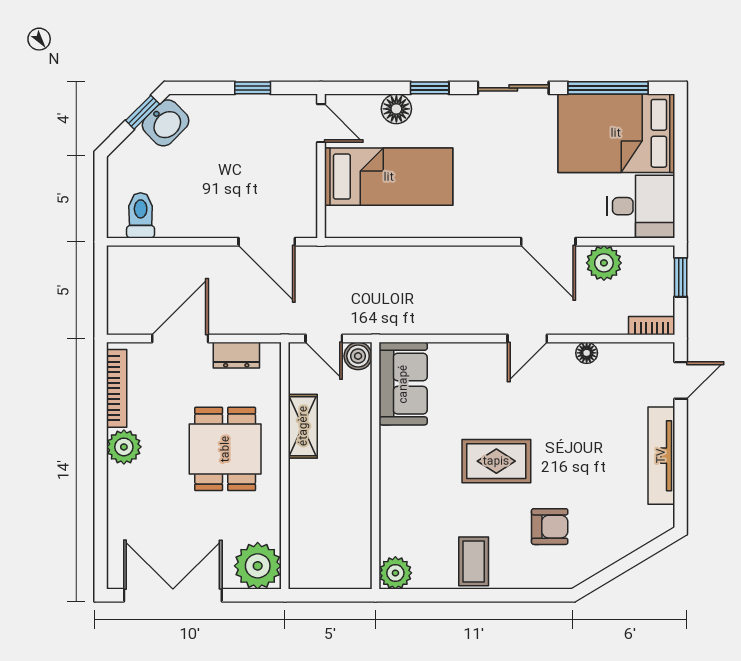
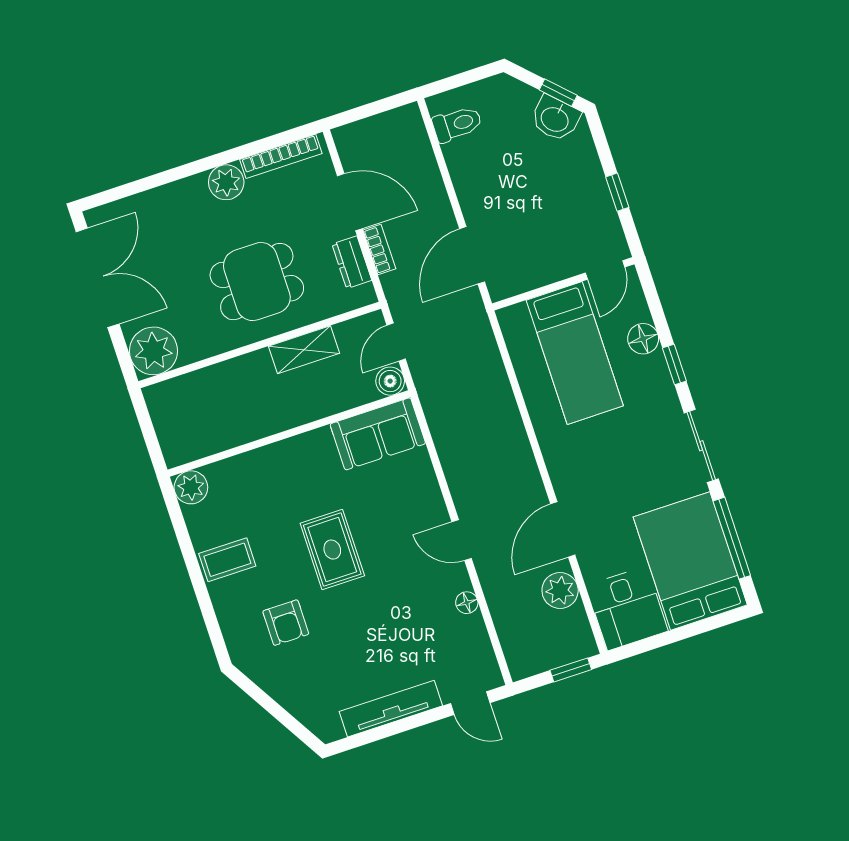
bookcase: (652, 326) -> (379, 249), moved

